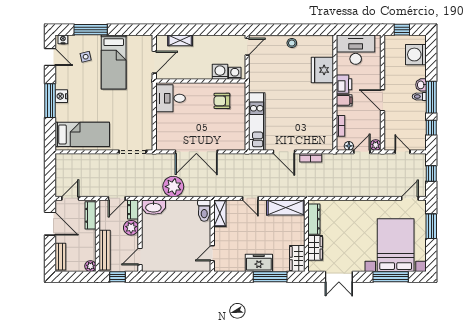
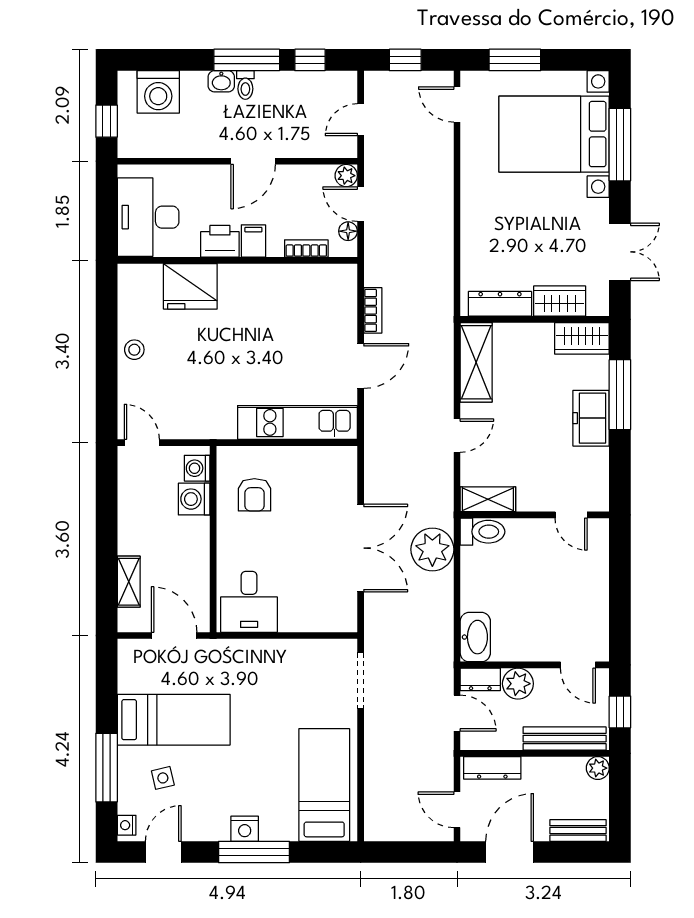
plant: (173, 187) -> (432, 549), moved

